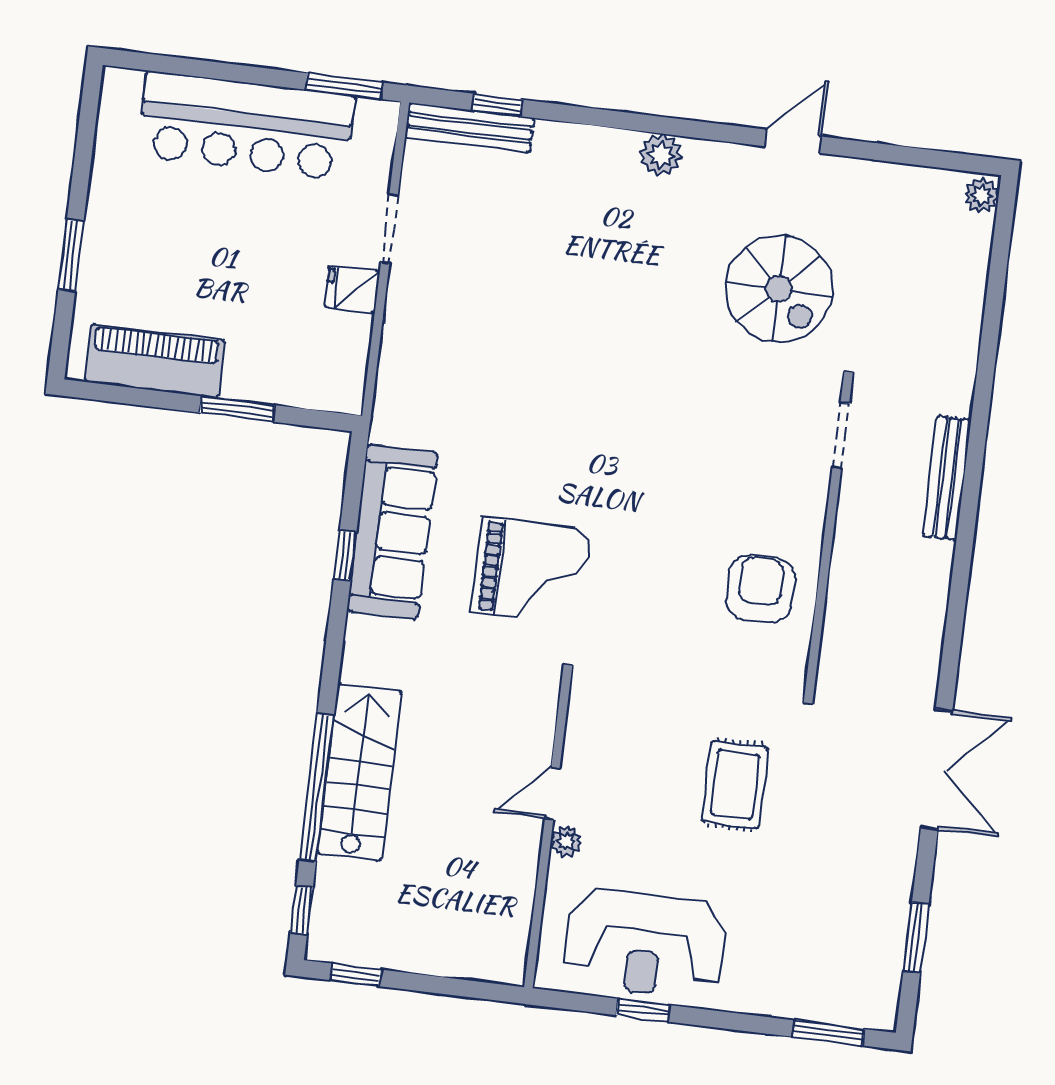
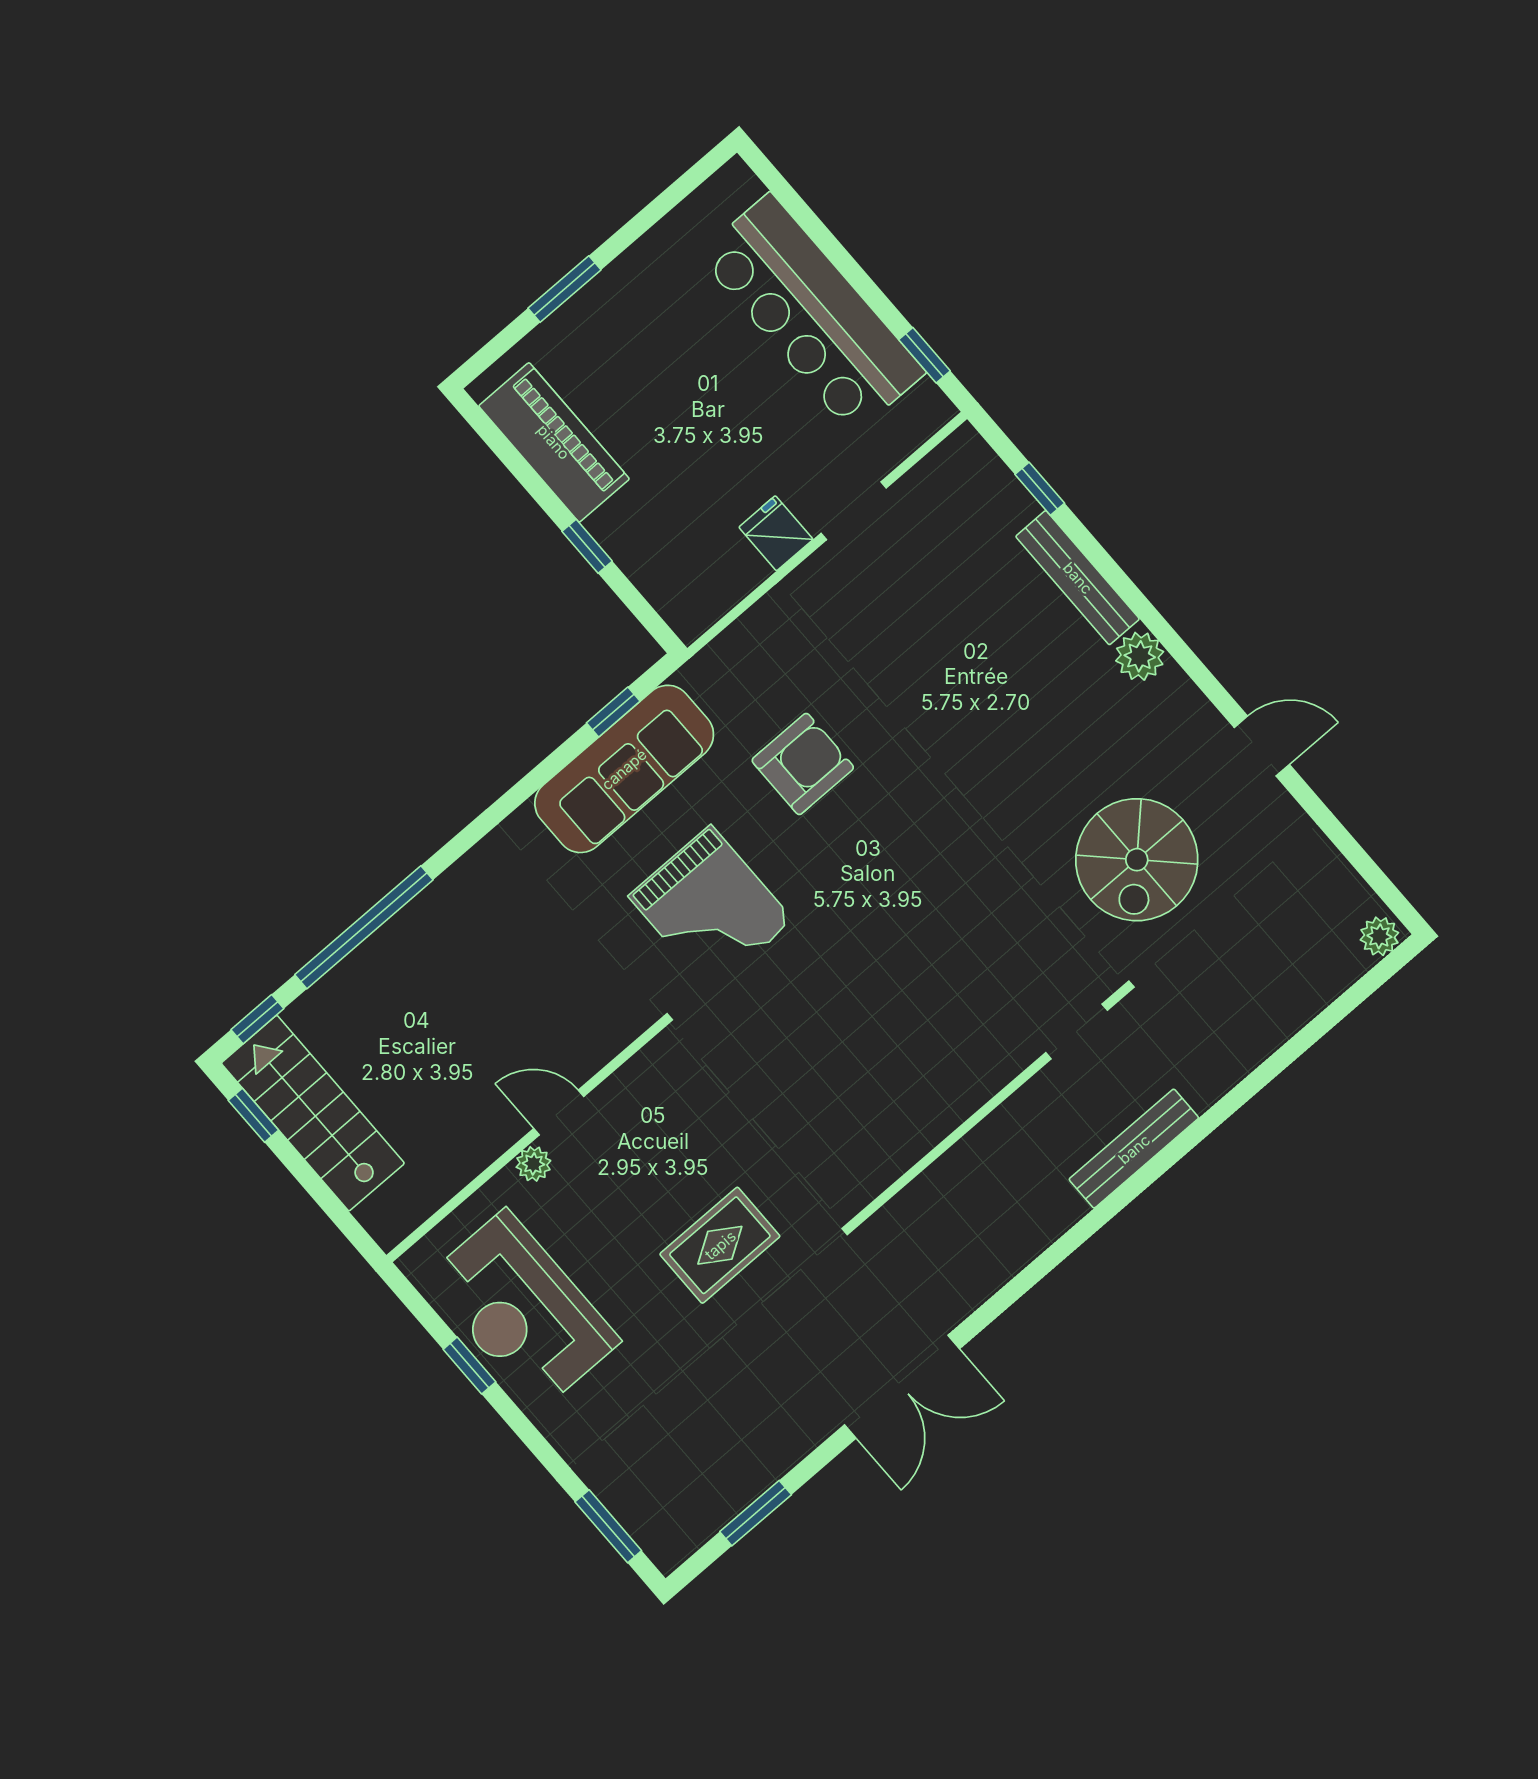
window: (344, 86) -> (924, 355), width x0.67
bench: (469, 128) -> (1078, 578), moved
window: (237, 409) -> (587, 546), width x0.67
window: (345, 555) -> (613, 712), moved
armchair: (760, 589) -> (803, 764), moved
stairs: (359, 772) -> (313, 1113), moved, turned -90

